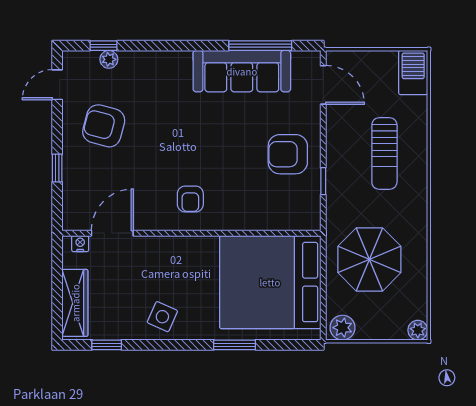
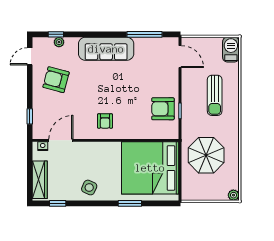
sofa: (242, 71) -> (106, 49), moved
armchair: (288, 154) -> (163, 109), moved
window: (57, 168) -> (30, 116), moved
plant: (342, 328) -> (191, 194), removed

